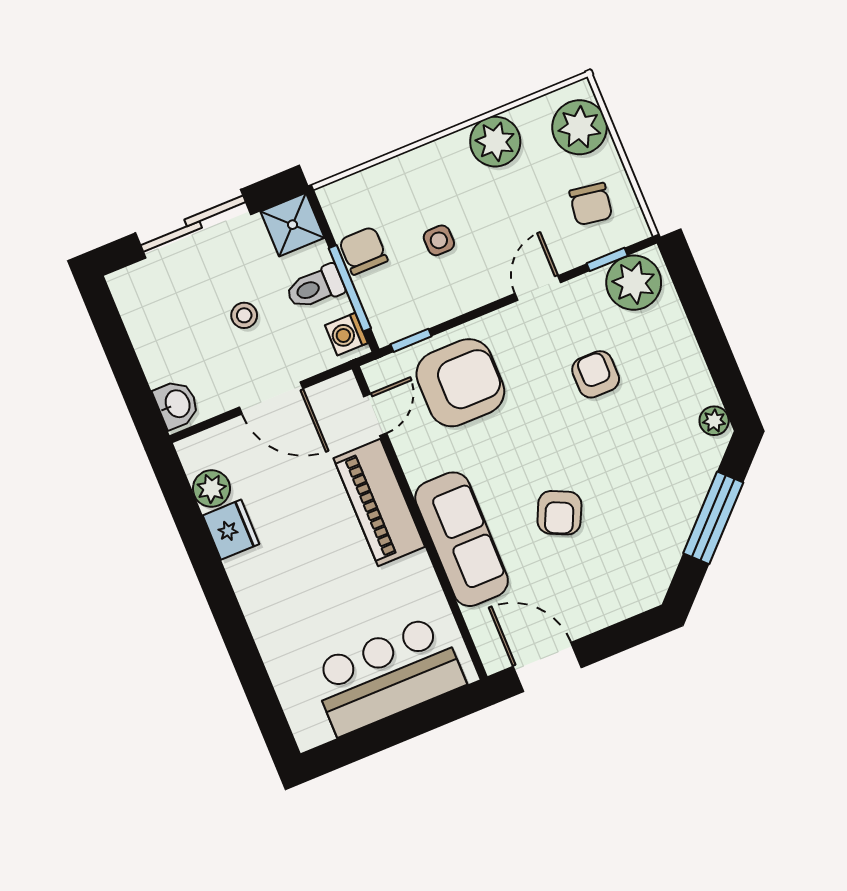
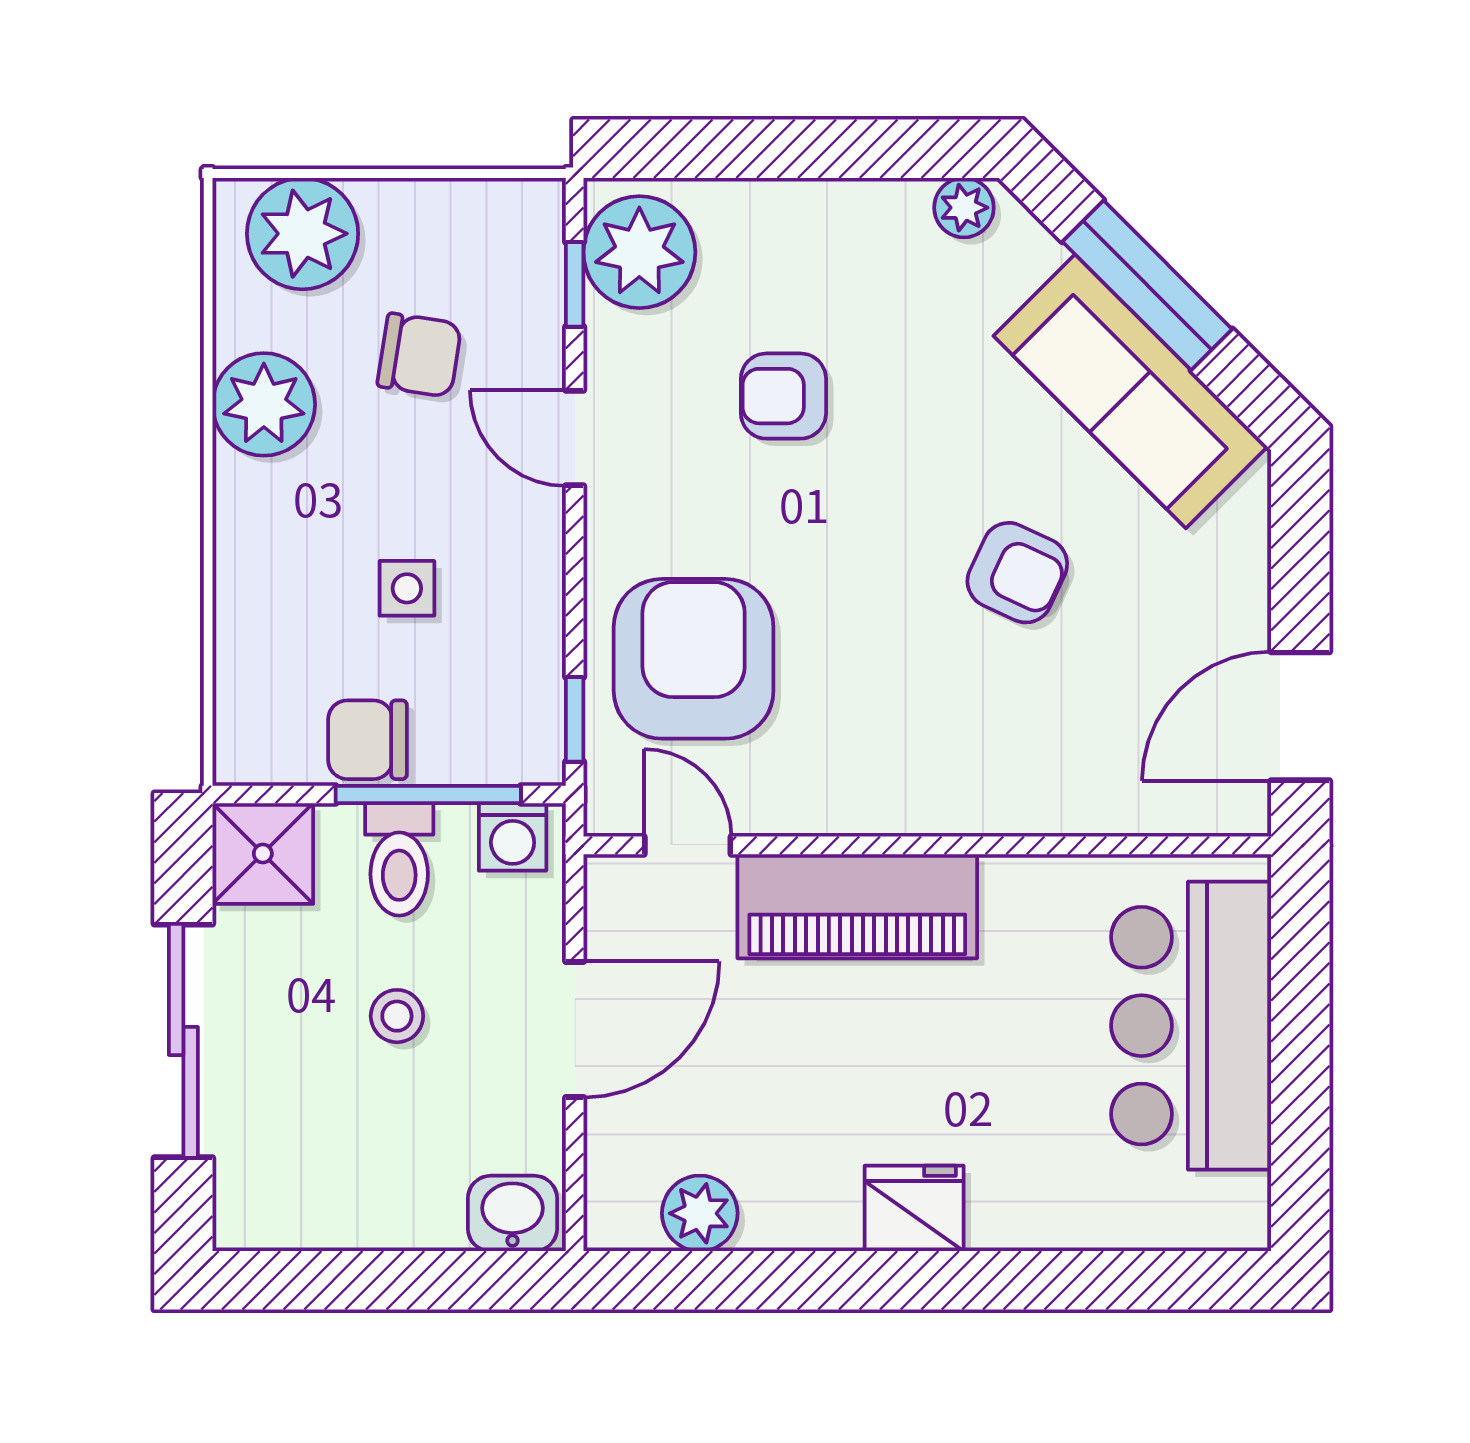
chair: (591, 204) -> (419, 355), moved
fridge: (231, 530) -> (914, 1208), moved
sofa: (462, 539) -> (1130, 391), moved, turned -135

